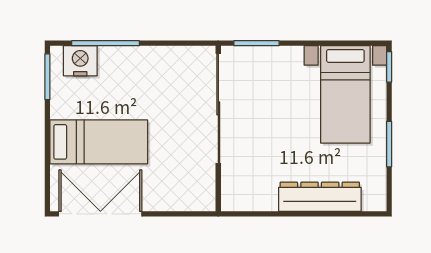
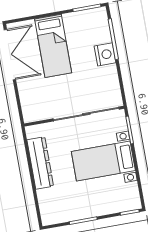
nightstand: (80, 61) -> (105, 54), moved
bed with nightstands: (345, 94) -> (103, 161), moved
dresser: (320, 197) -> (40, 163), moved

